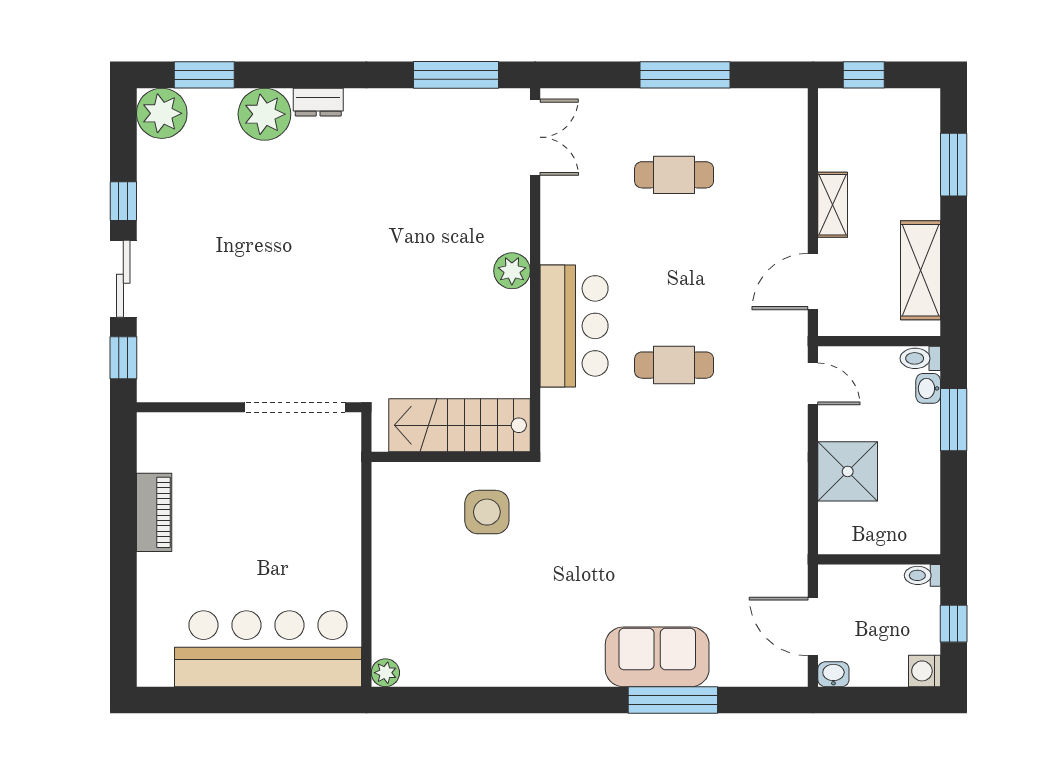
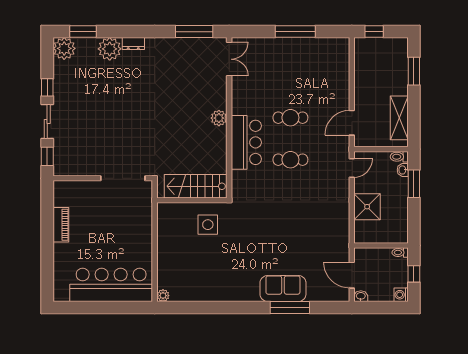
cafe table: (674, 175) -> (290, 118), moved
shelving: (833, 205) -> (360, 89), removed
door: (813, 384) -> (352, 168), hinge flipped

